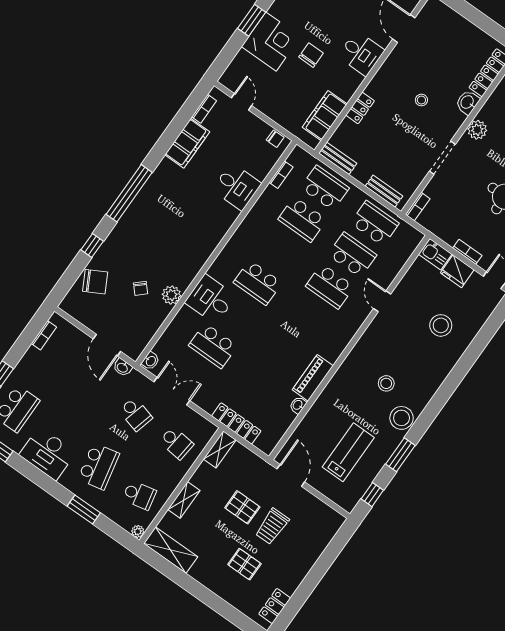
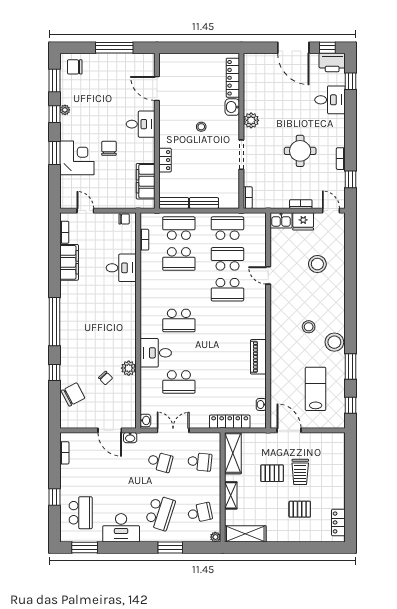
bench: (384, 191) -> (204, 203), moved
washbasin: (298, 405) -> (261, 405), moved
shelving: (220, 449) -> (233, 453), width x1.50, depth x1.33
school desk: (99, 466) -> (160, 513), turned 30

